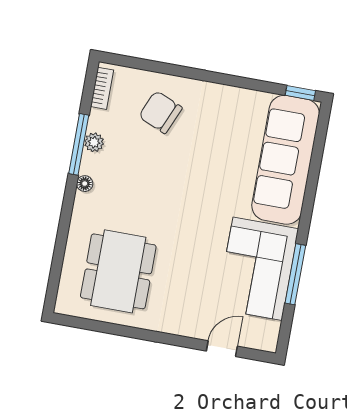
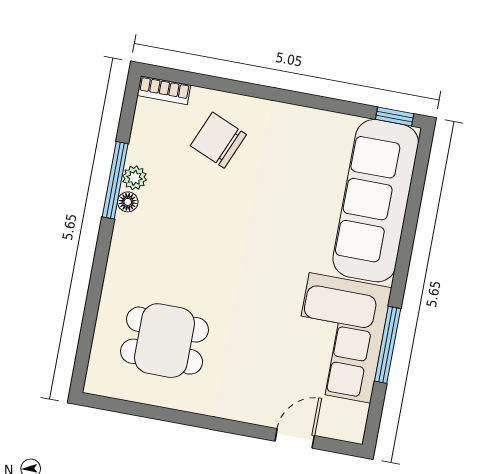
bookcase: (102, 88) -> (164, 90), moved, turned 90
floor lamp: (85, 184) -> (128, 202), moved
dining table: (118, 271) -> (165, 341), width x0.73

